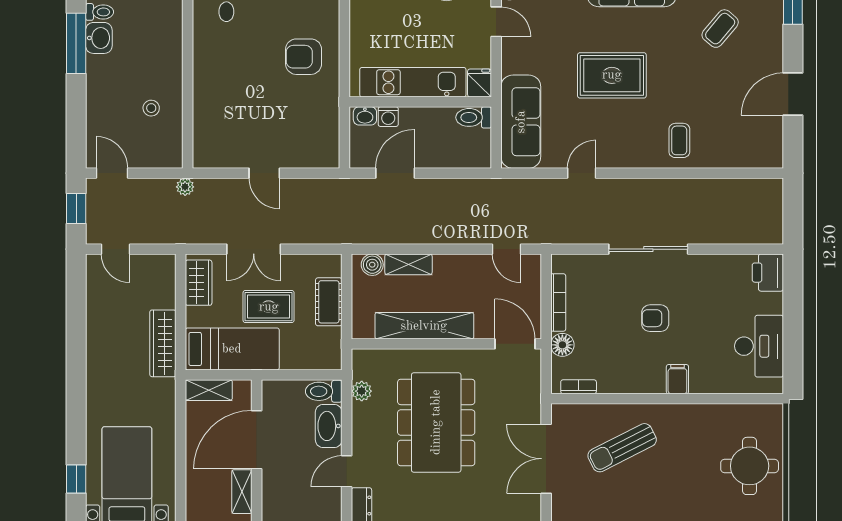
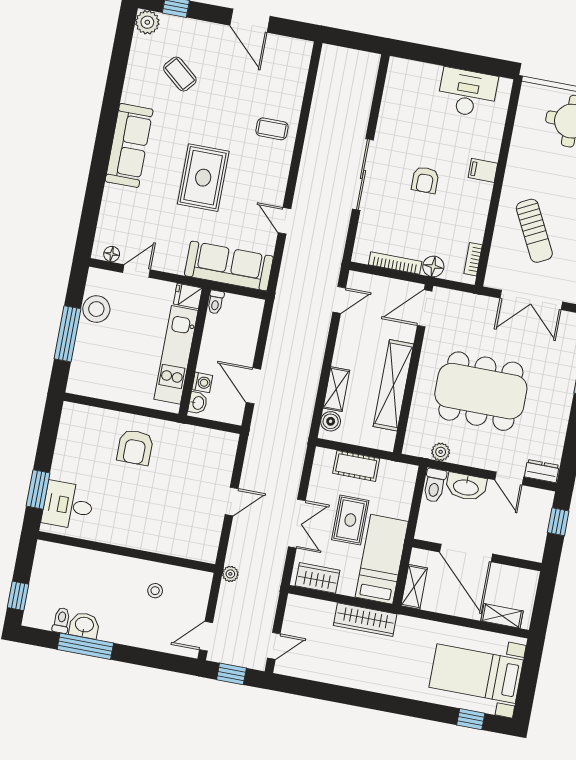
toilet: (474, 117) -> (216, 302), width x0.73, depth x0.72
printer: (768, 273) -> (404, 73), removed
shelving: (242, 492) -> (502, 616), moved

